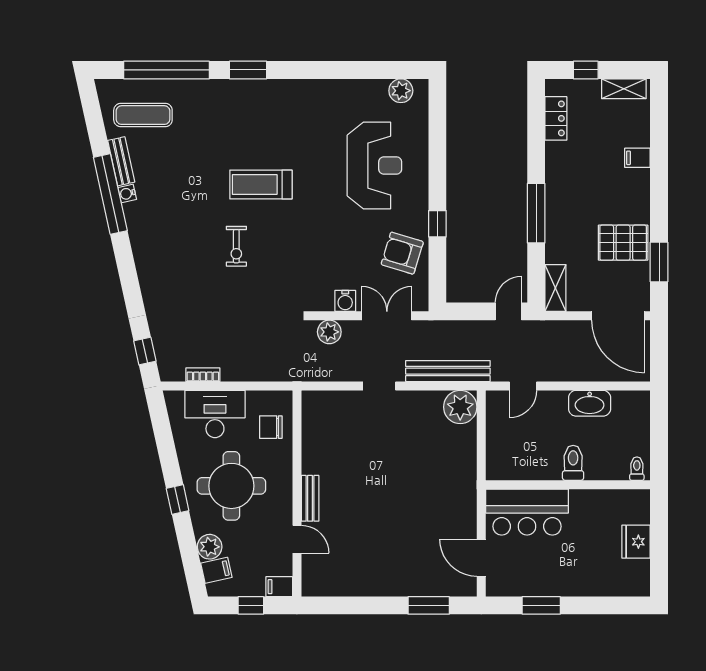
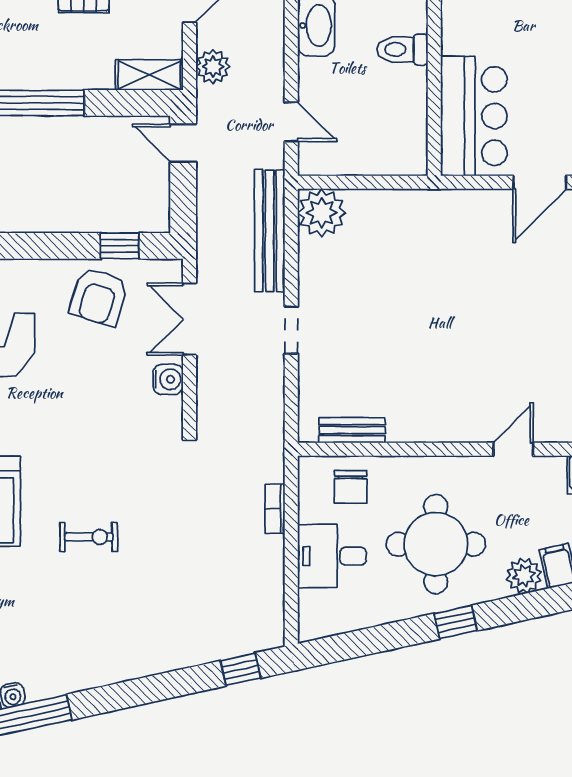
window: (437, 224) -> (120, 246), moved
plant: (329, 332) -> (213, 67), moved
bookcase: (203, 375) -> (275, 509), moved
desk: (215, 414) -> (332, 556), width x0.73
bench: (310, 498) -> (352, 430), moved

